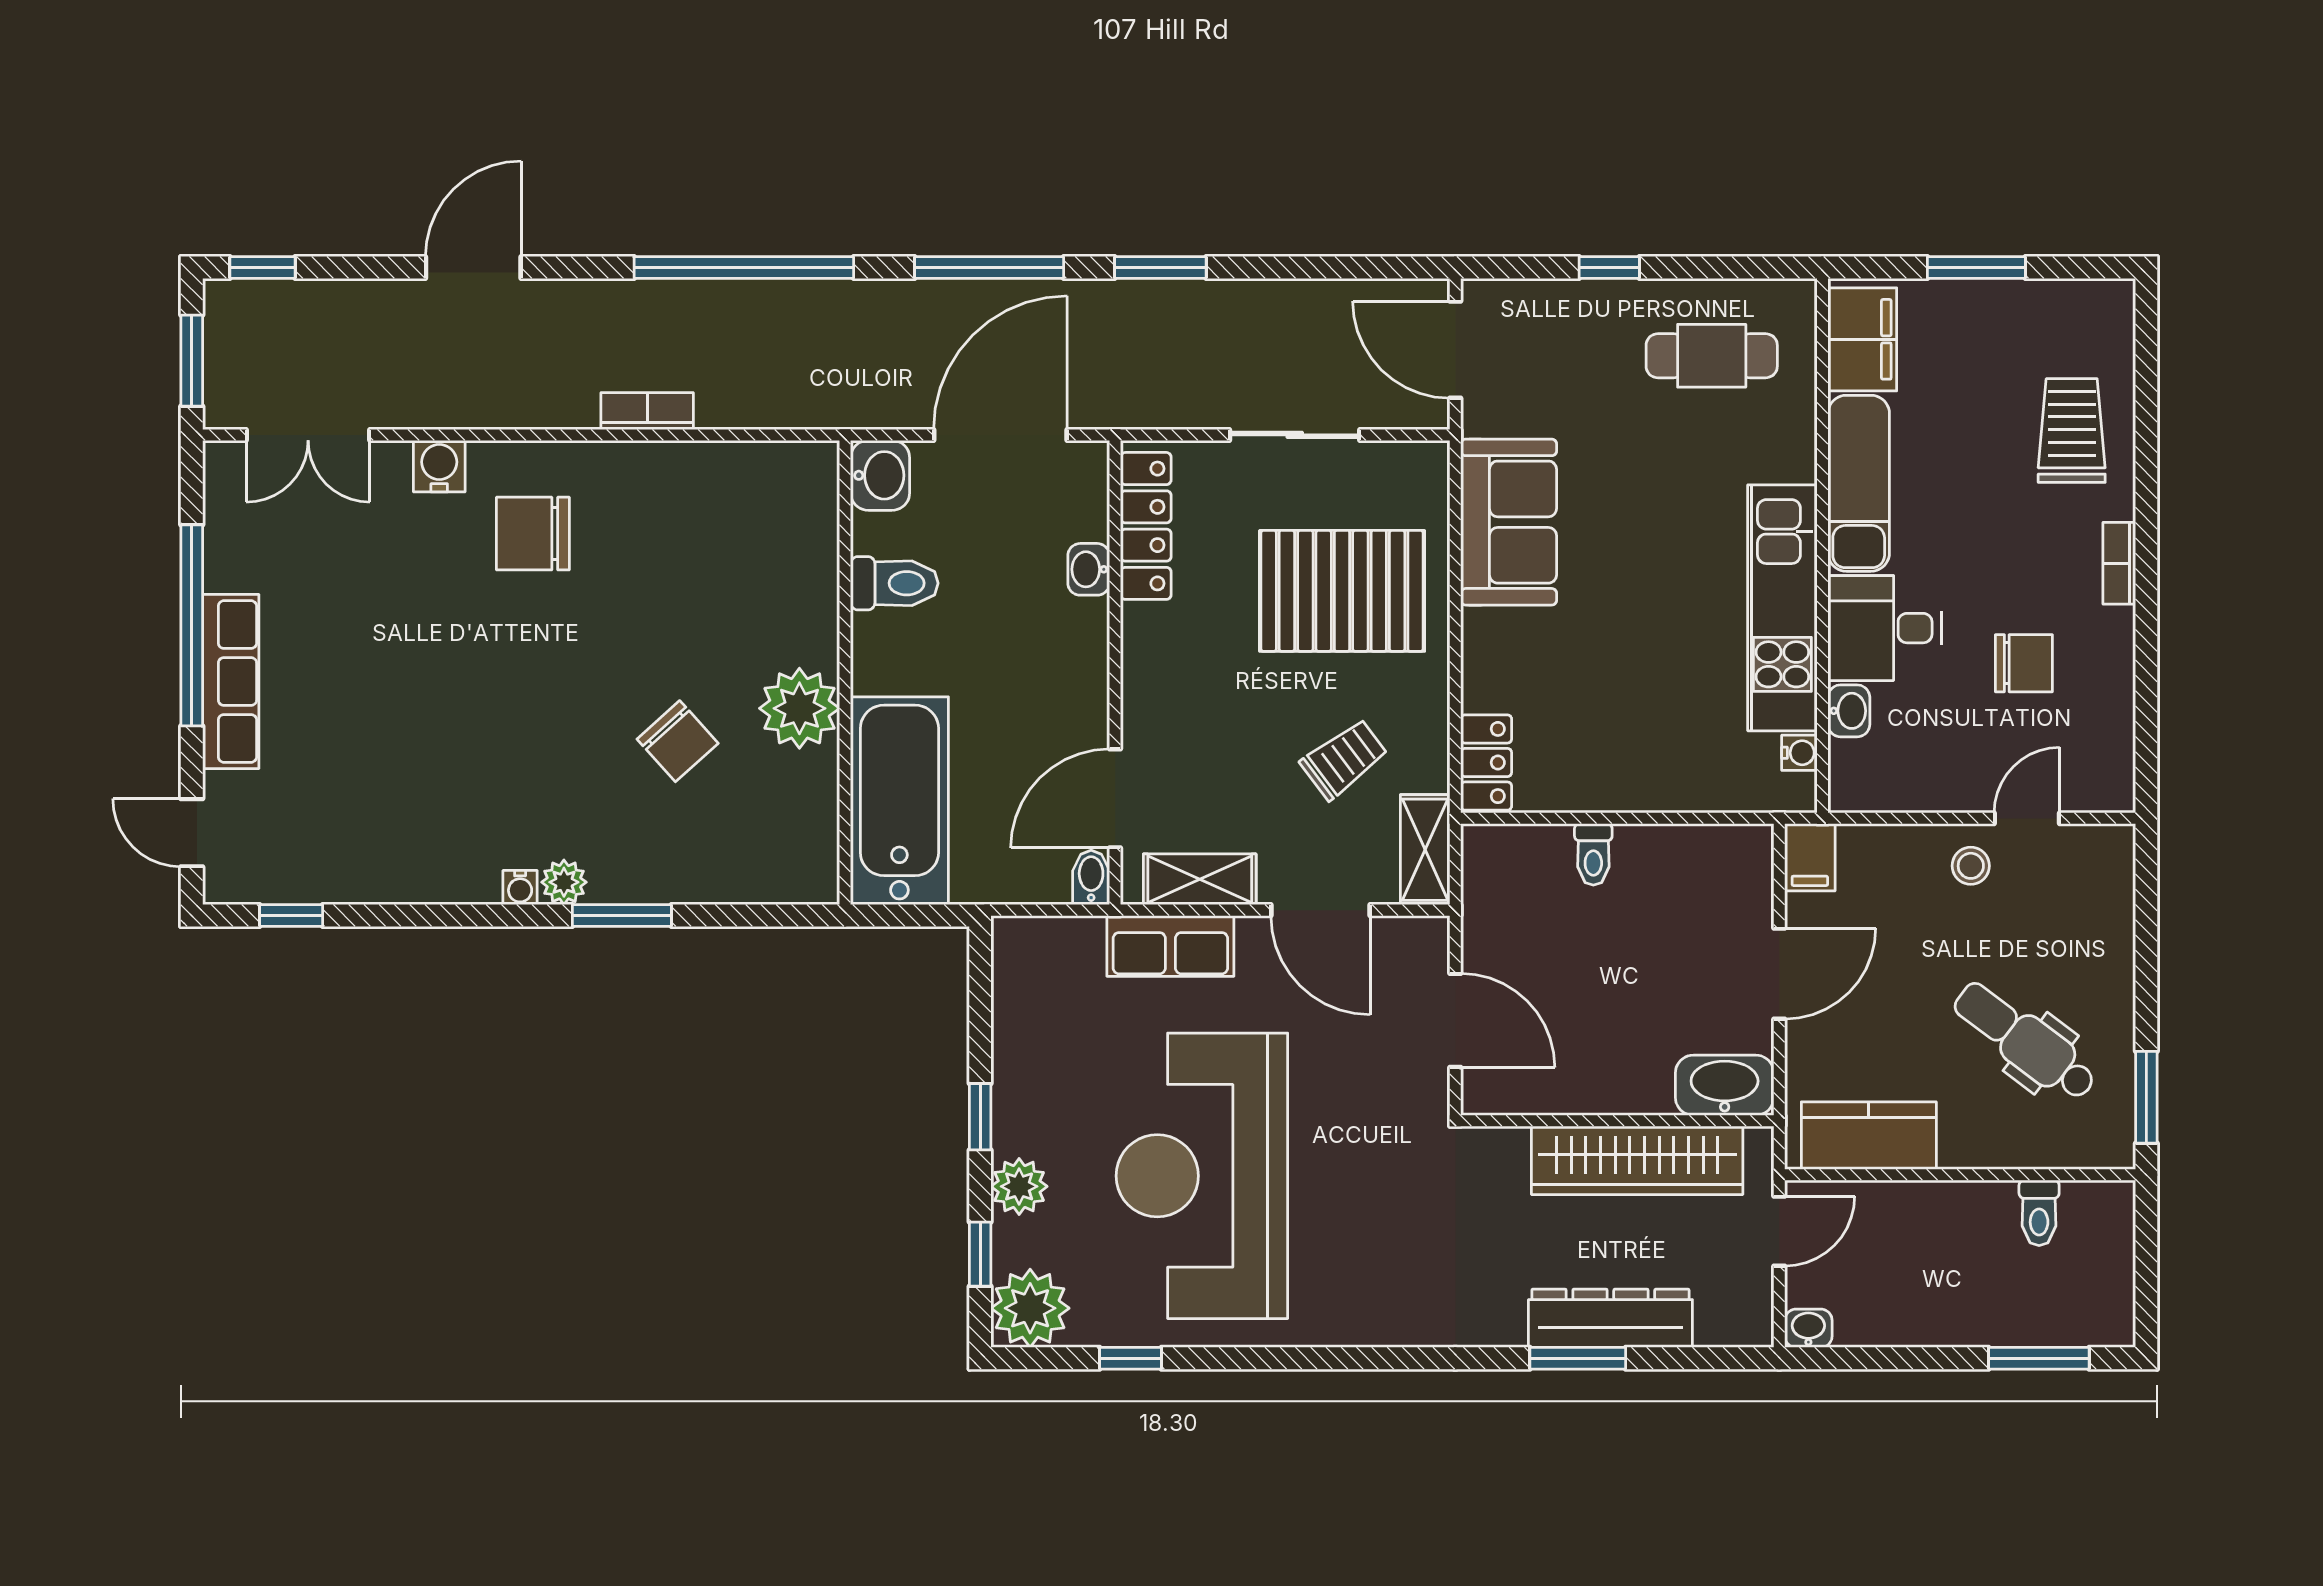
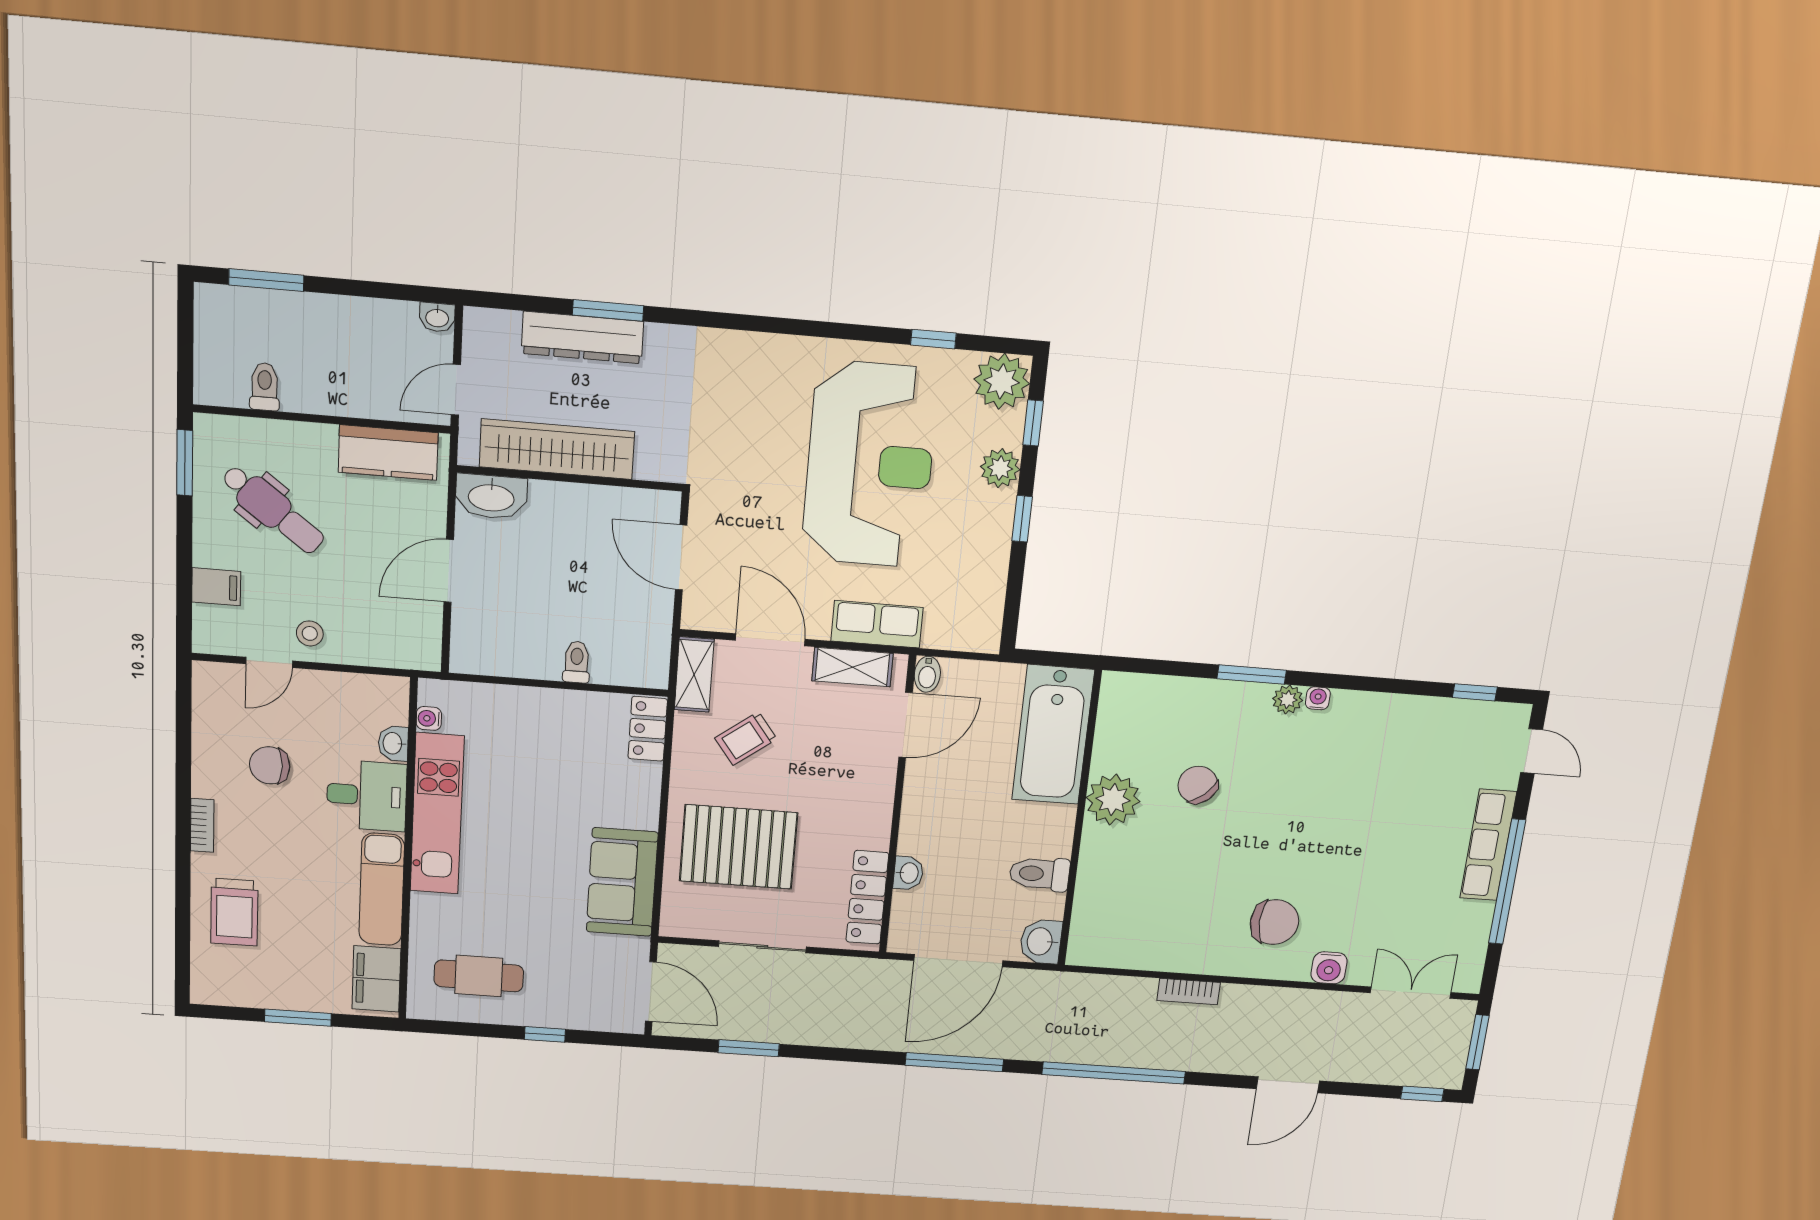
window: (1160, 268) -> (749, 1048), moved
filing cabinet: (1810, 857) -> (216, 587), moved, turned 90

